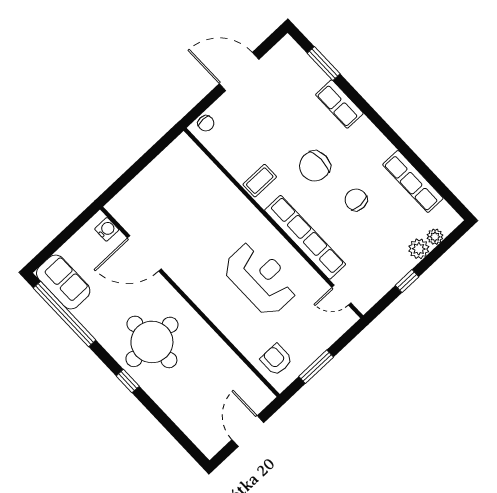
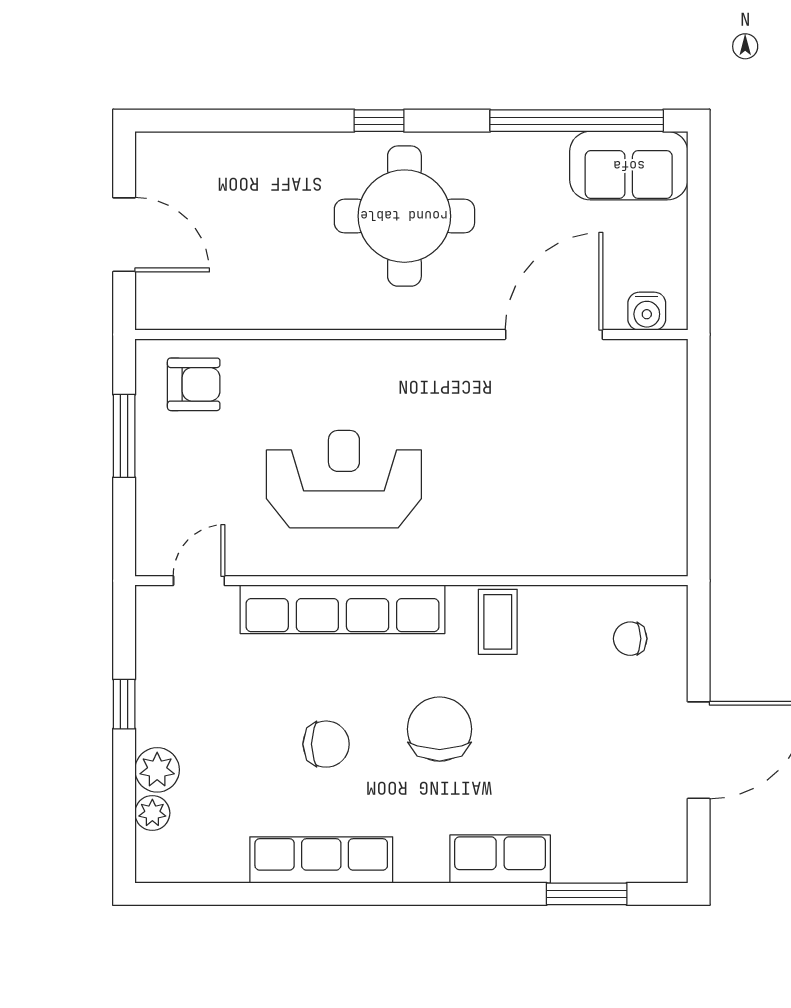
chair: (206, 123) -> (630, 639), moved
row of seats: (413, 181) -> (321, 860), moved
reception desk: (261, 278) -> (344, 479), turned 180

